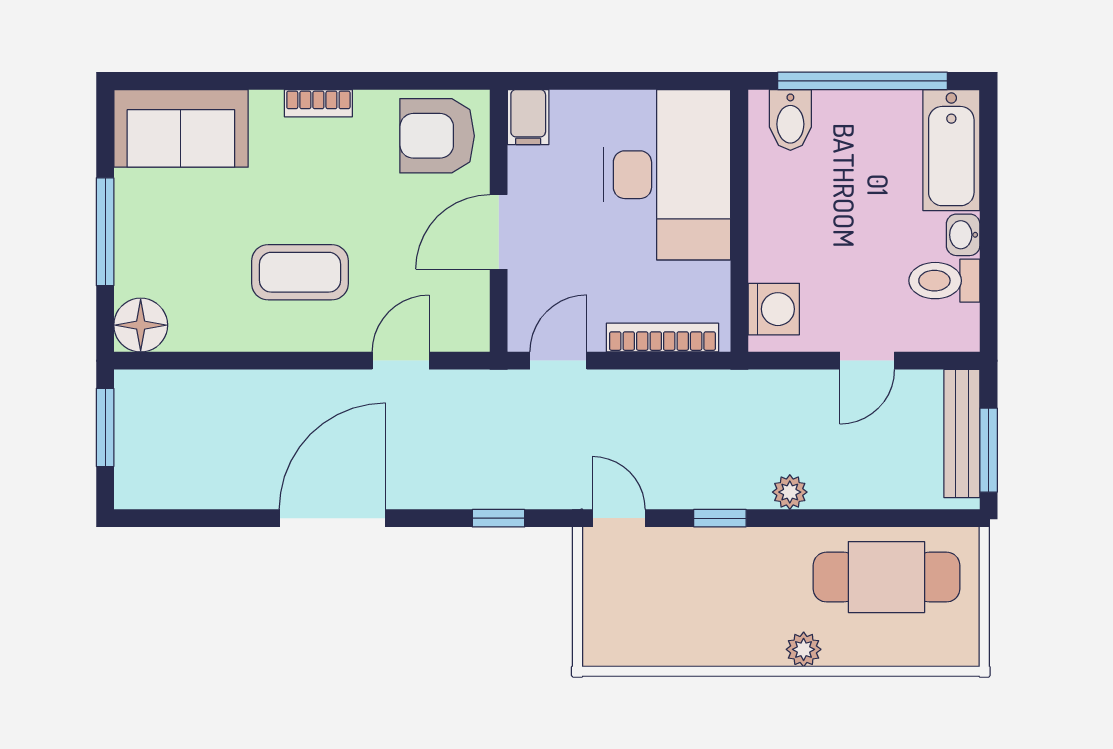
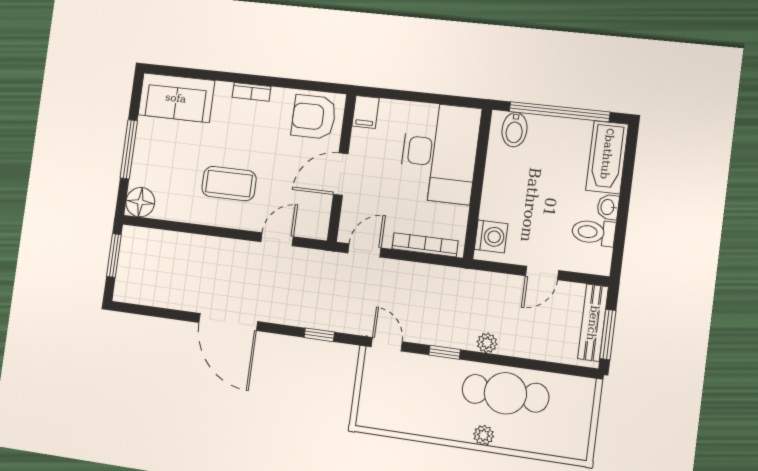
door: (332, 518) -> (228, 322), swing flipped
cafe table: (886, 577) -> (505, 393), moved

